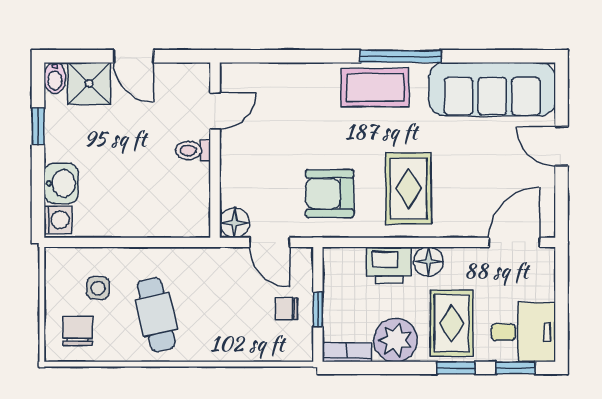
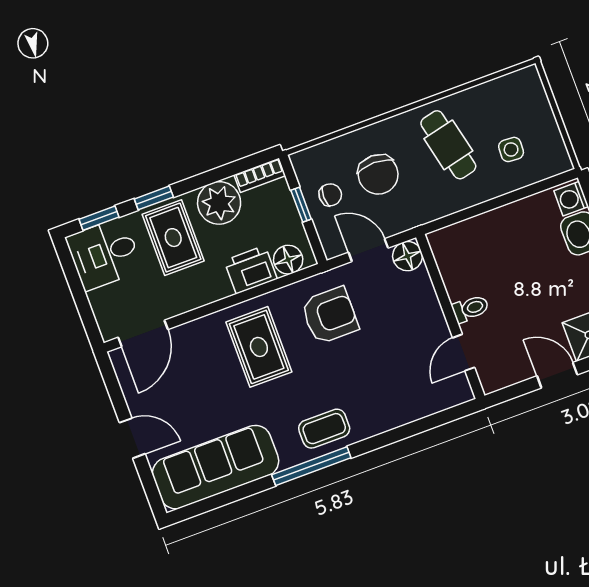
coffee table: (375, 88) -> (324, 429), width x0.73, depth x0.77
floor lamp: (428, 262) -> (288, 260), moved
chair: (78, 331) -> (378, 174), moved, width x1.37, depth x1.37

